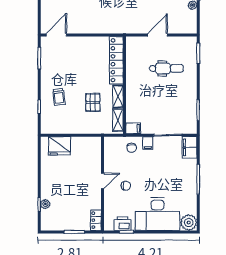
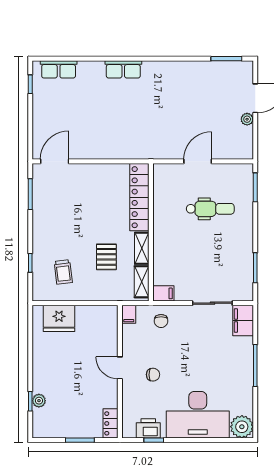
trolley: (59, 97) -> (63, 272), moved
filing cabinet: (148, 143) -> (129, 314), moved
door: (103, 181) -> (120, 368), swing flipped

